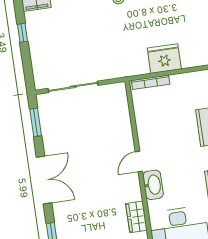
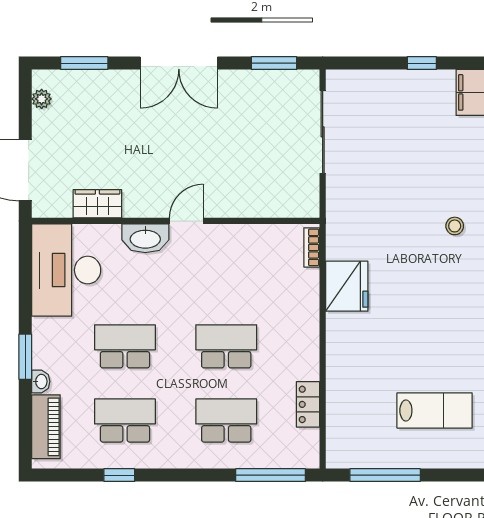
bookcase: (151, 82) -> (312, 247), width x0.64
door: (139, 162) -> (186, 221), hinge flipped

